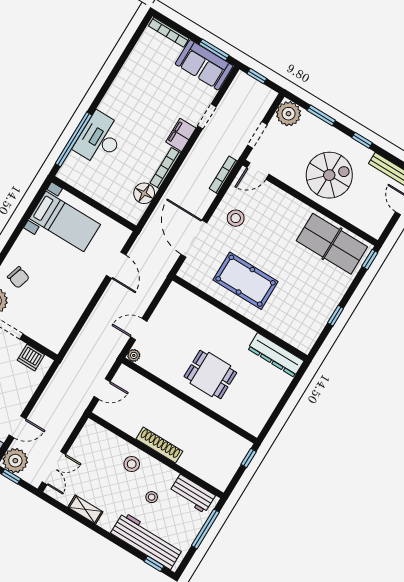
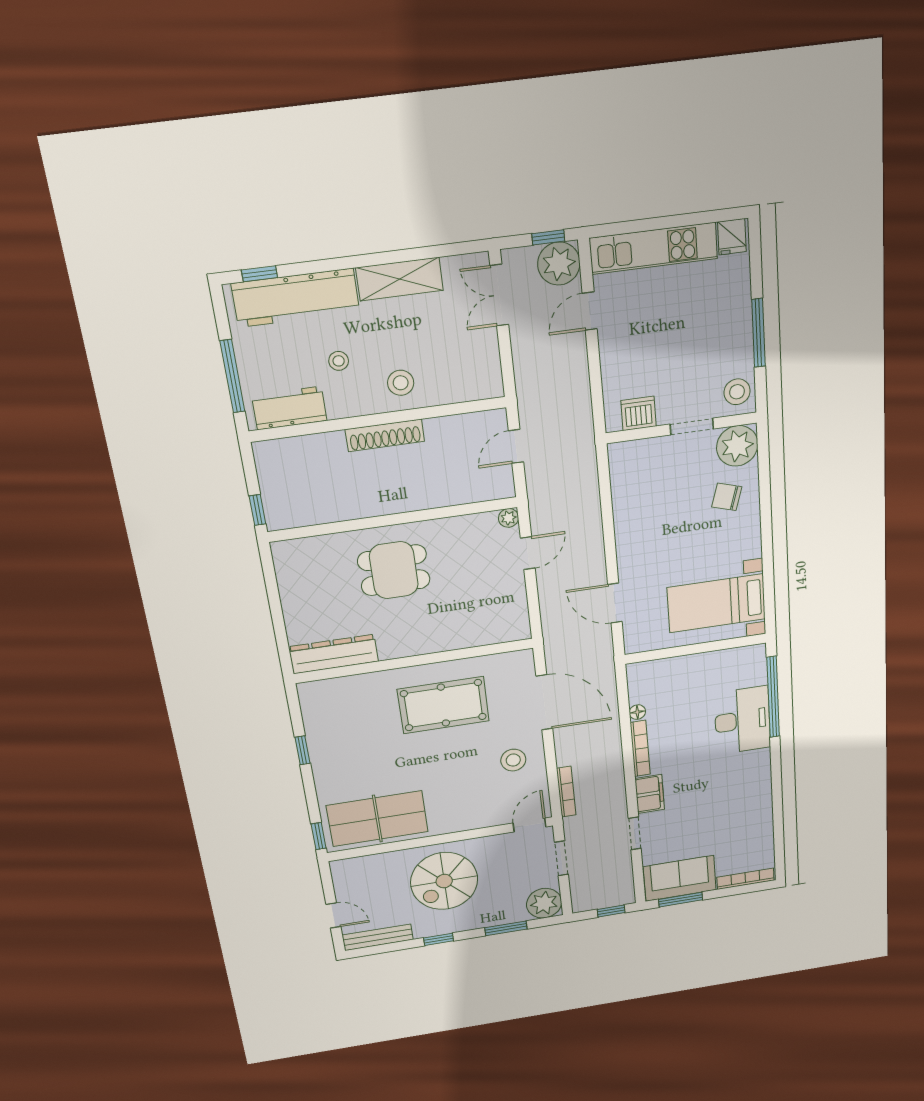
floor lamp: (144, 193) -> (637, 712), width x0.53, depth x0.53
shelving: (85, 509) -> (400, 279), width x1.50, depth x1.33

